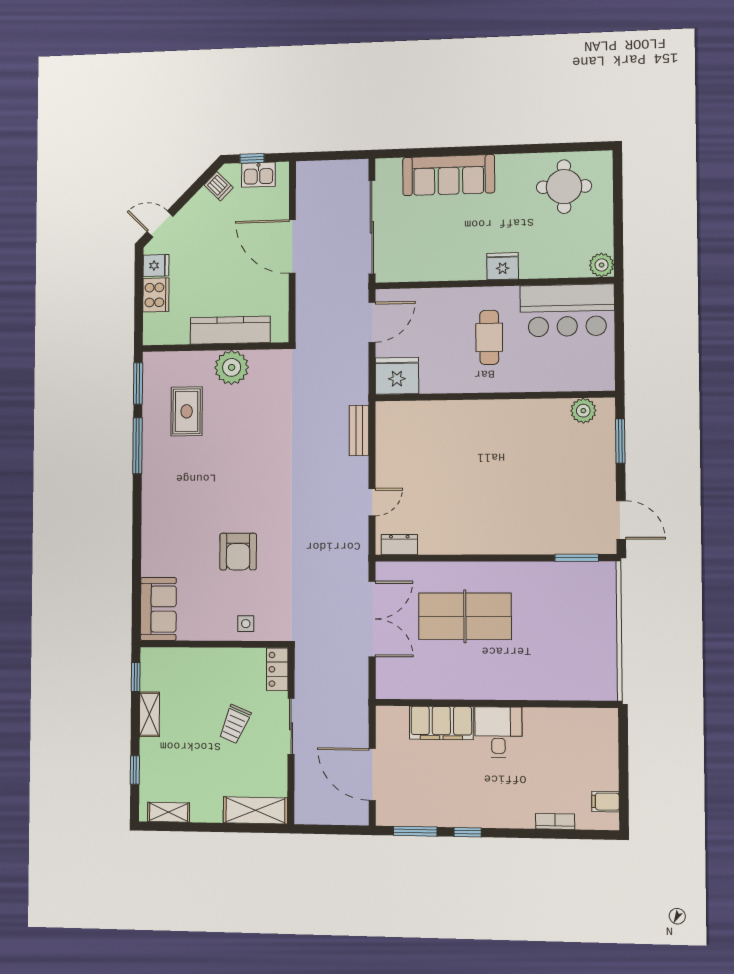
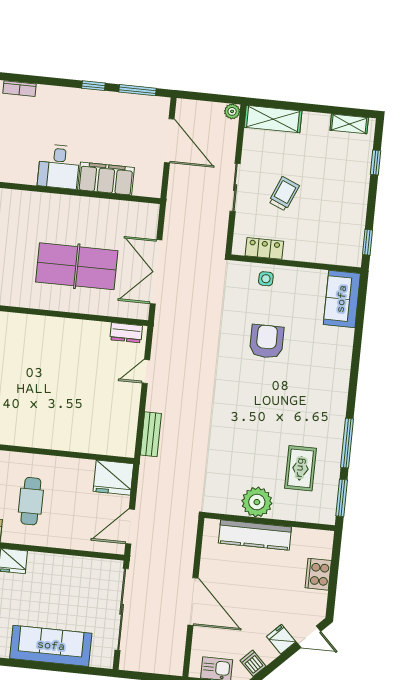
fridge: (156, 265) -> (281, 639), moved, turned 45
locker: (277, 669) -> (264, 248), moved, turned -90
shelving: (149, 714) -> (358, 209), removed
plant: (303, 815) -> (232, 111), added

